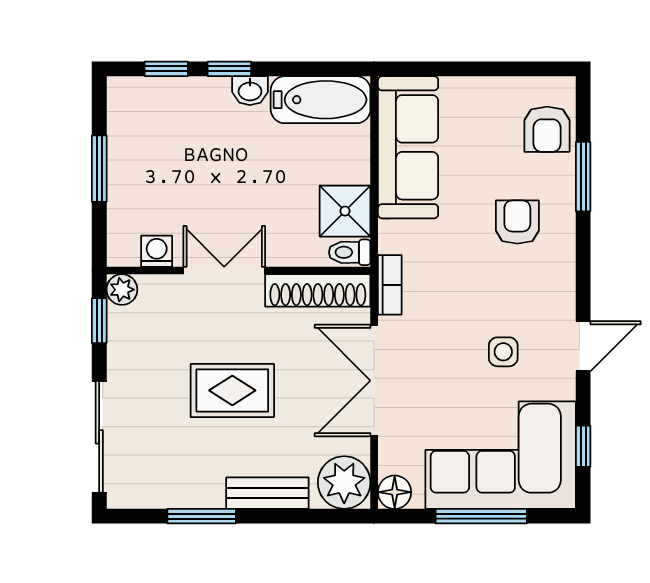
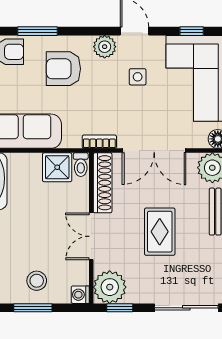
stool: (146, 175) -> (37, 281), added
armchair: (517, 222) -> (63, 69), width x1.38, depth x1.38
washing machine: (157, 251) -> (80, 295), moved
plant: (122, 290) -> (110, 287), width x1.88, depth x1.88
plant: (556, 294) -> (105, 47), added

